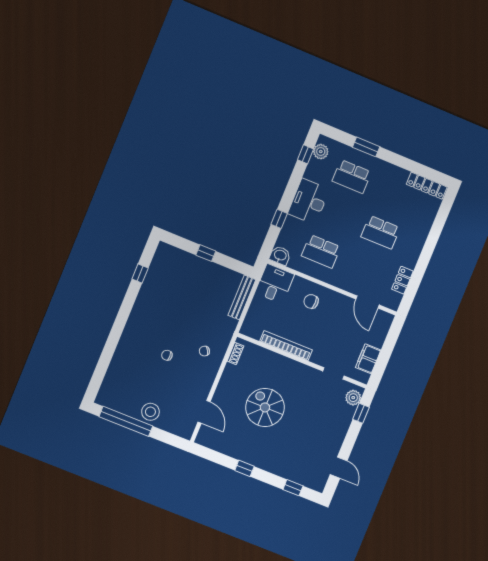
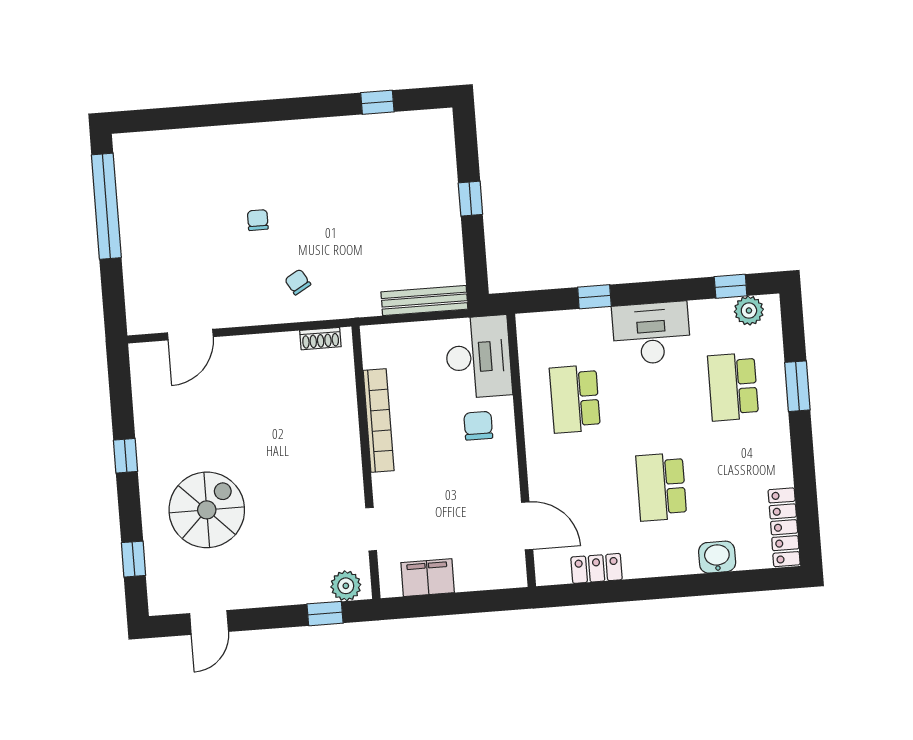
washbasin: (280, 255) -> (717, 557), moved, turned -90
desk: (275, 284) -> (478, 357), width x1.37
door: (368, 302) -> (527, 526), swing flipped
spiral stairs: (265, 407) -> (207, 510), moved
stool: (150, 412) -> (144, 241), removed

